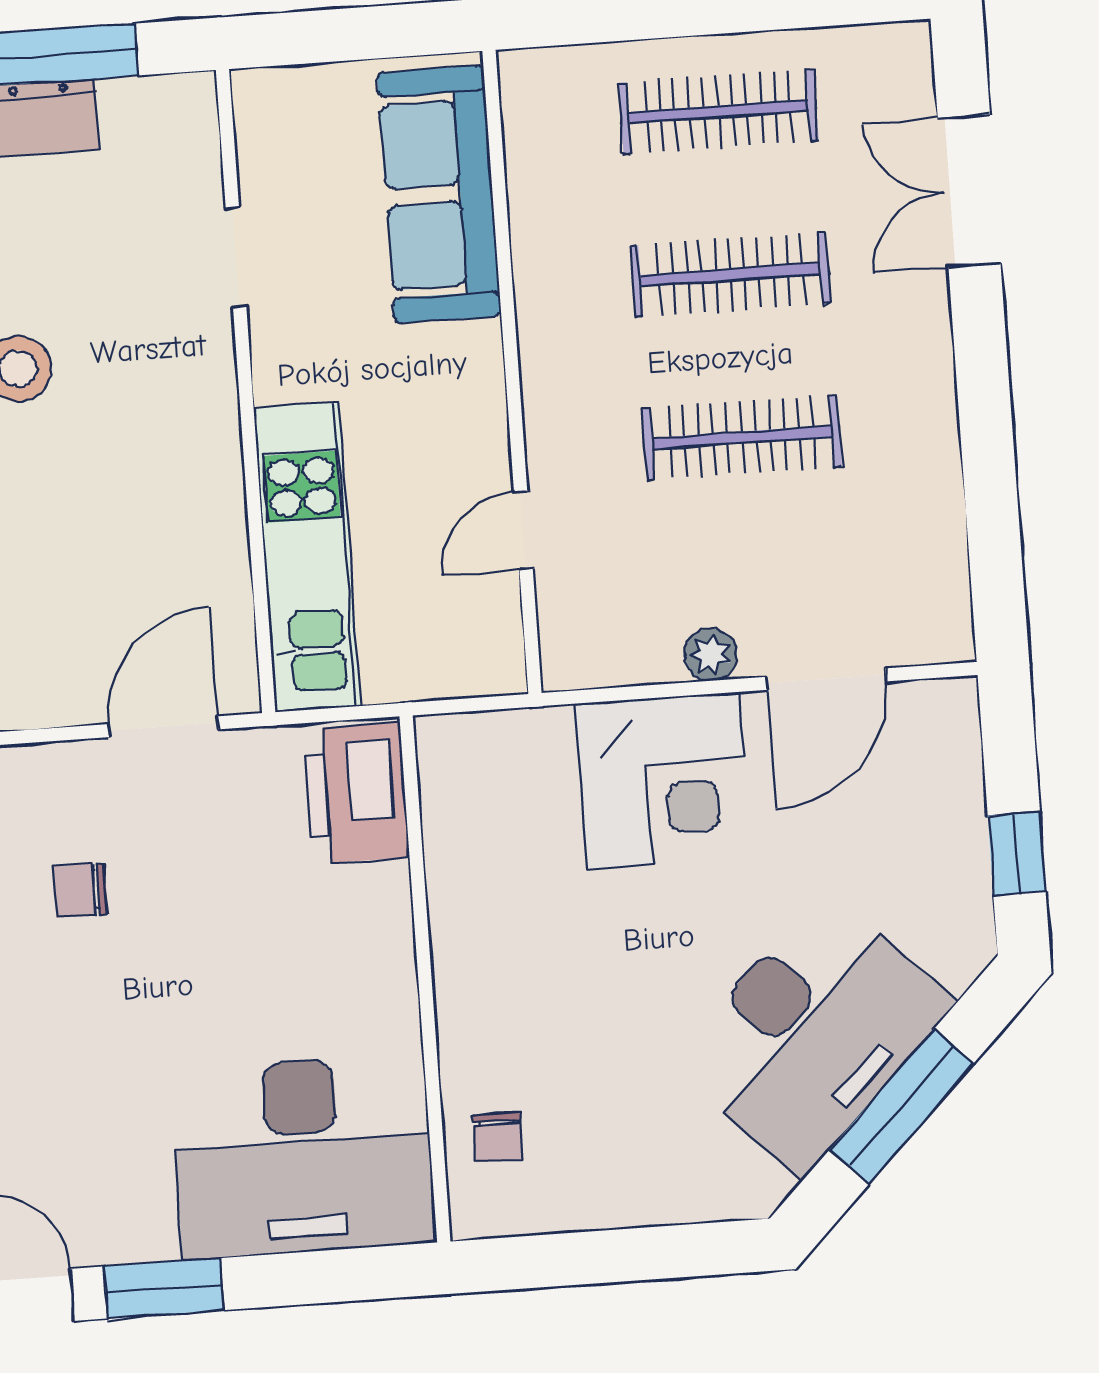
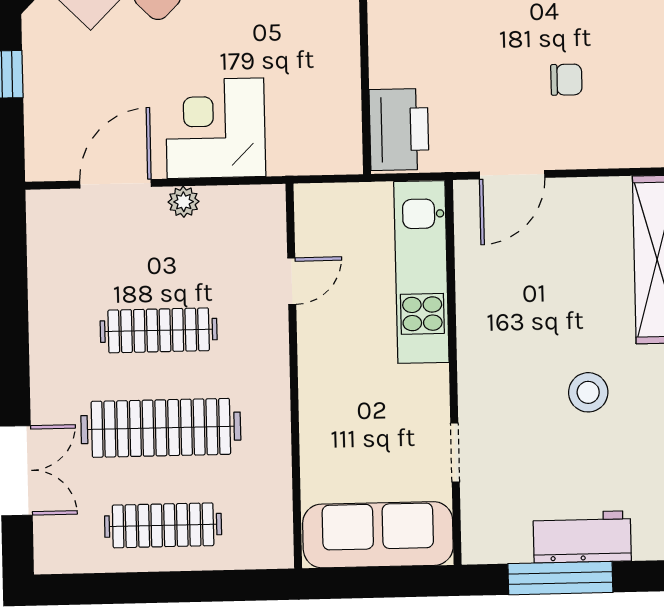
sofa: (439, 194) -> (378, 535), moved, turned -90
clothes rail: (730, 274) -> (161, 428), width x1.37, depth x1.31

